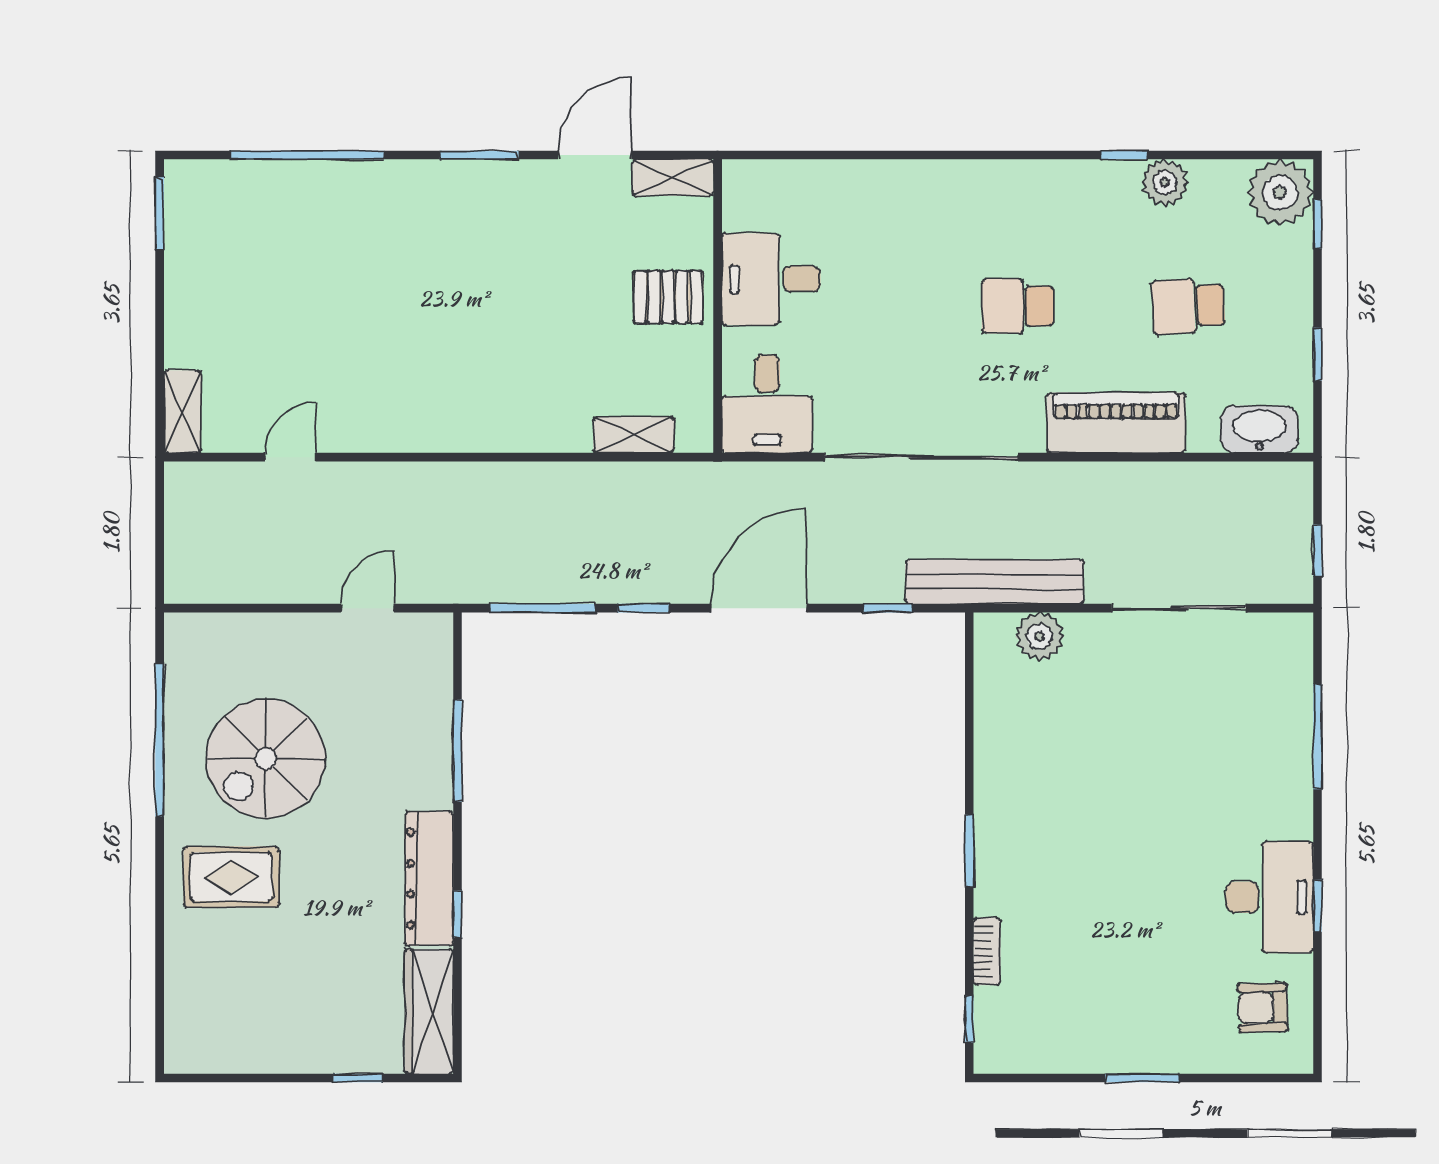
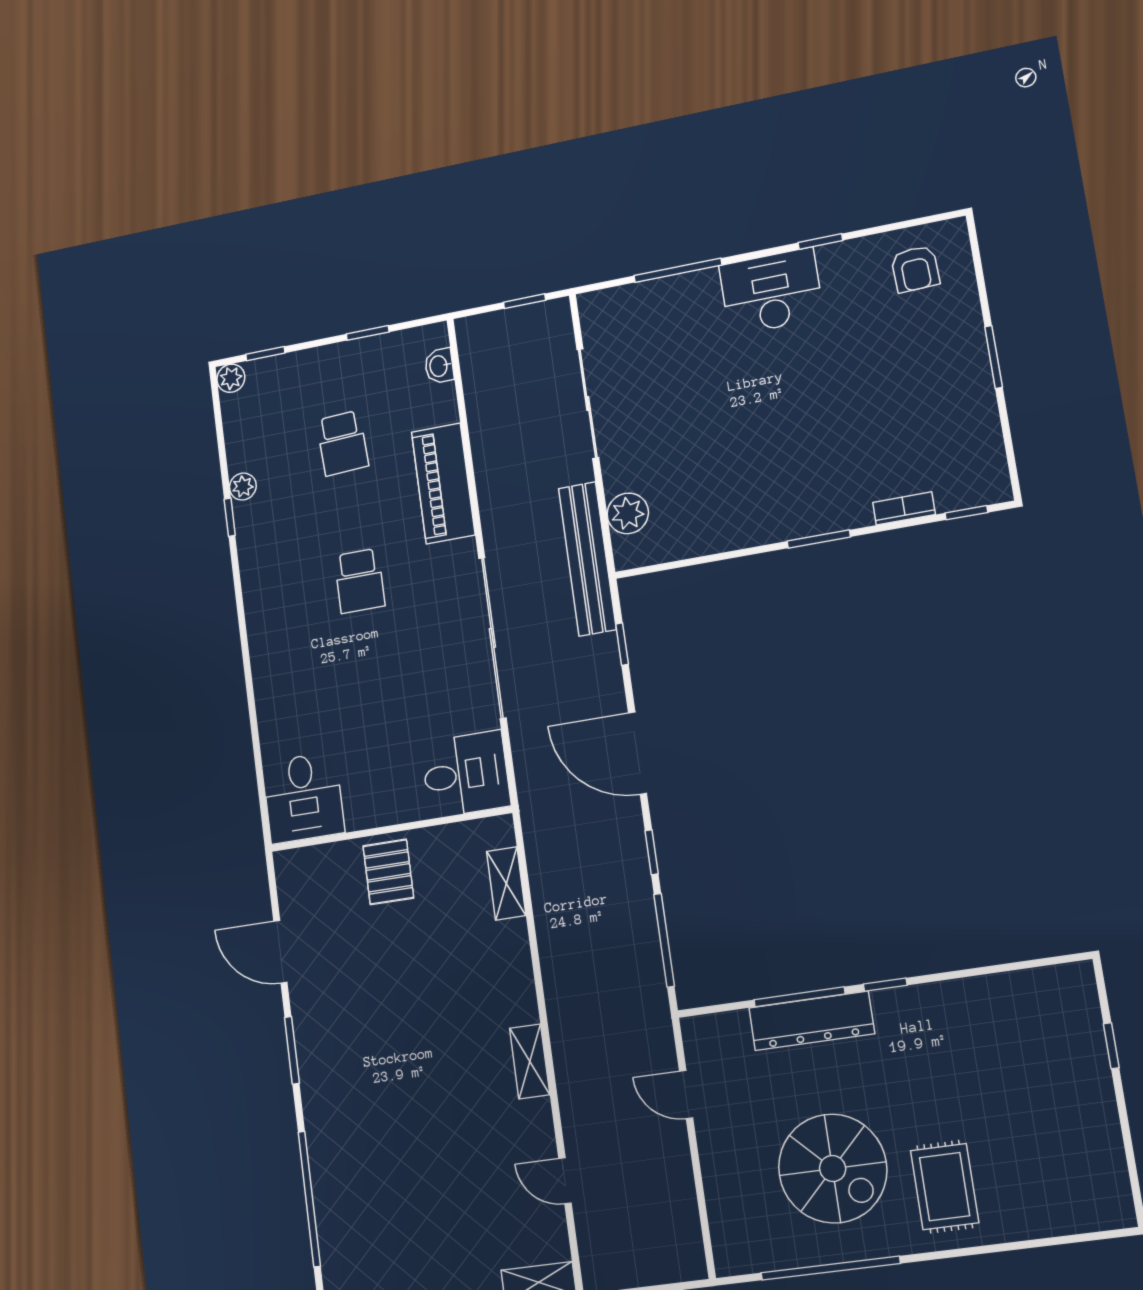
shelving: (673, 177) -> (530, 1061), moved
plant: (1165, 182) -> (243, 487), width x0.73, depth x0.73
plant: (1280, 193) -> (231, 378), width x0.53, depth x0.53
desk: (771, 279) -> (303, 798), moved
washbasin: (1259, 429) -> (439, 366), width x0.52, depth x0.69
dresser: (429, 879) -> (812, 1021), moved
desk: (1269, 897) -> (771, 292), moved
window: (457, 914) -> (885, 985), moved
wardrobe: (429, 1012) -> (1039, 989), removed

